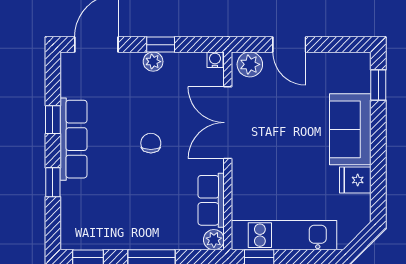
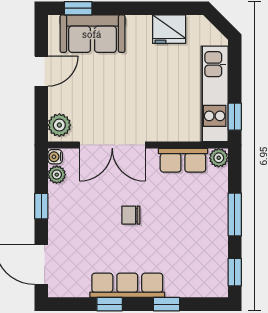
door: (289, 45) -> (41, 71), moved
plant: (153, 62) -> (57, 175), moved
sofa: (350, 129) -> (92, 34), moved
fridge: (355, 180) -> (169, 29), width x1.38

